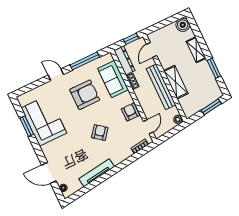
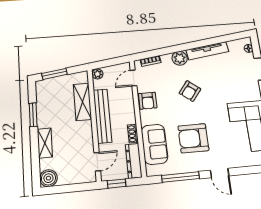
shelving: (176, 82) -> (82, 102), moved
plant: (117, 158) -> (180, 58), added

